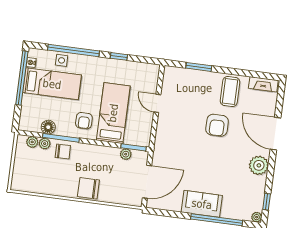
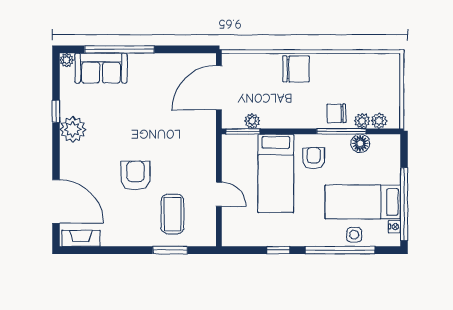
coffee table: (230, 92) -> (172, 214), moved
door: (276, 134) -> (56, 201), moved
window: (267, 202) -> (56, 111), moved
sofa: (202, 204) -> (101, 68), moved

